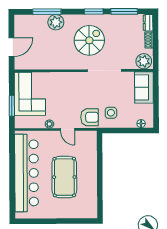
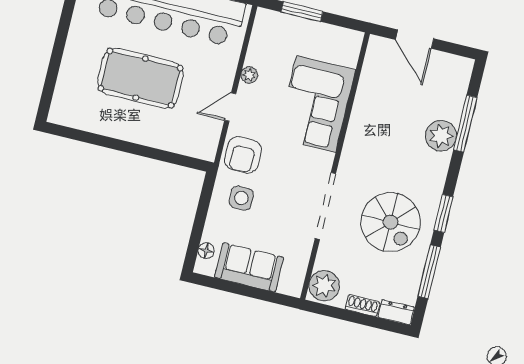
spiral stairs: (89, 40) -> (391, 222), moved
sofa: (144, 87) -> (249, 267), moved
corner sofa: (30, 94) -> (316, 104), moved, turned 90

